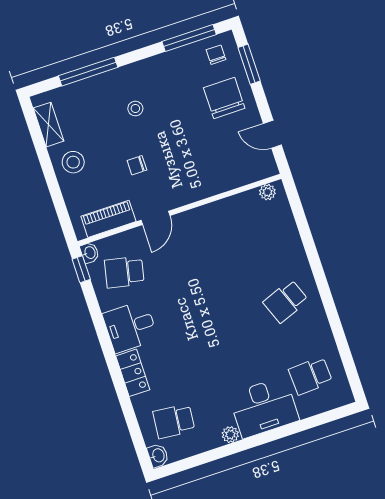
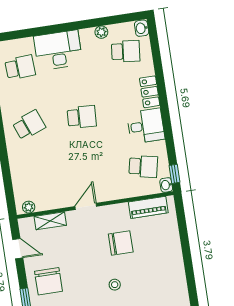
shelving: (49, 125) -> (50, 221), moved, turned 90
stool: (73, 162) -> (167, 253), removed
chair: (137, 165) -> (121, 243), width x1.87, depth x1.87
door: (156, 218) -> (86, 206), moved
school desk: (217, 324) -> (82, 117), added
plant: (230, 435) -> (101, 32), moved

